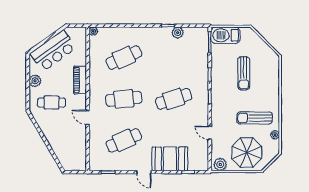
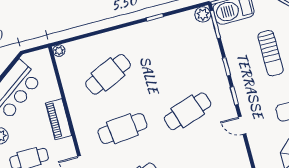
plant: (178, 33) -> (203, 14), moved
door: (210, 133) -> (242, 125), moved

